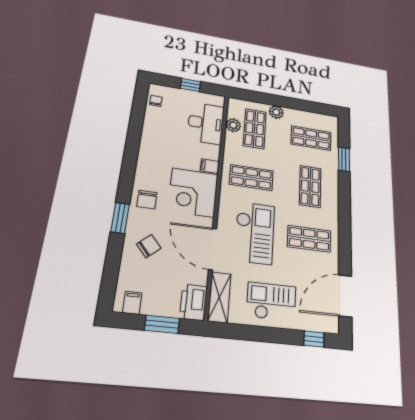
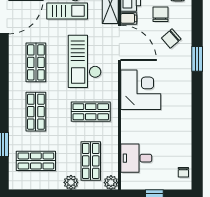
desk: (206, 123) -> (136, 158), width x0.73
plant: (233, 125) -> (111, 183), moved
filing cabinet: (210, 166) -> (129, 18), moved
chair: (147, 200) -> (161, 14), moved
shop shelf: (309, 239) -> (36, 62), turned 90

